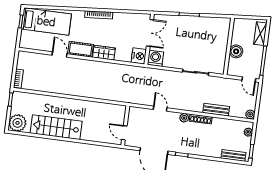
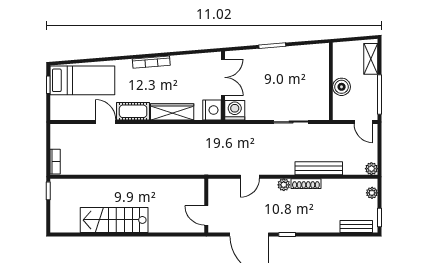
wardrobe: (104, 53) -> (172, 112), width x1.50
door: (160, 109) -> (250, 177), swing flipped
bench: (216, 110) -> (319, 168), width x1.36
plant: (17, 123) -> (62, 221), removed

